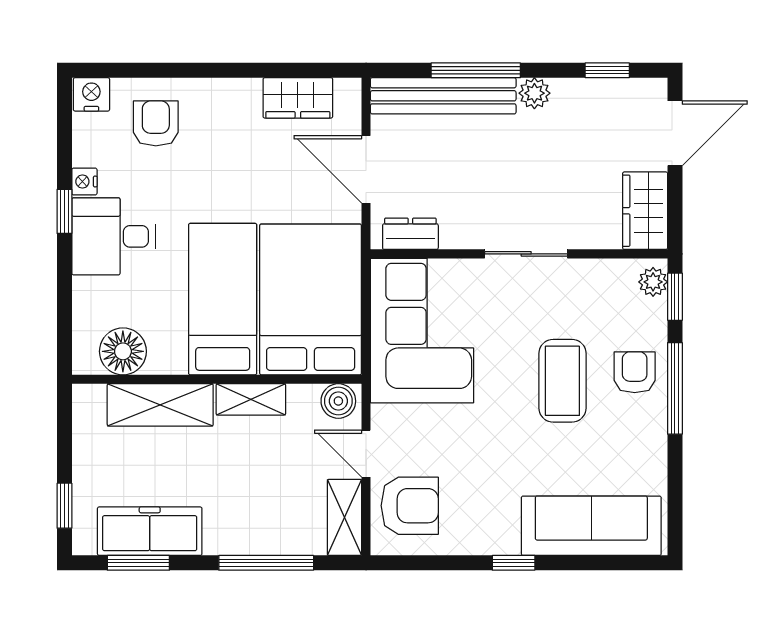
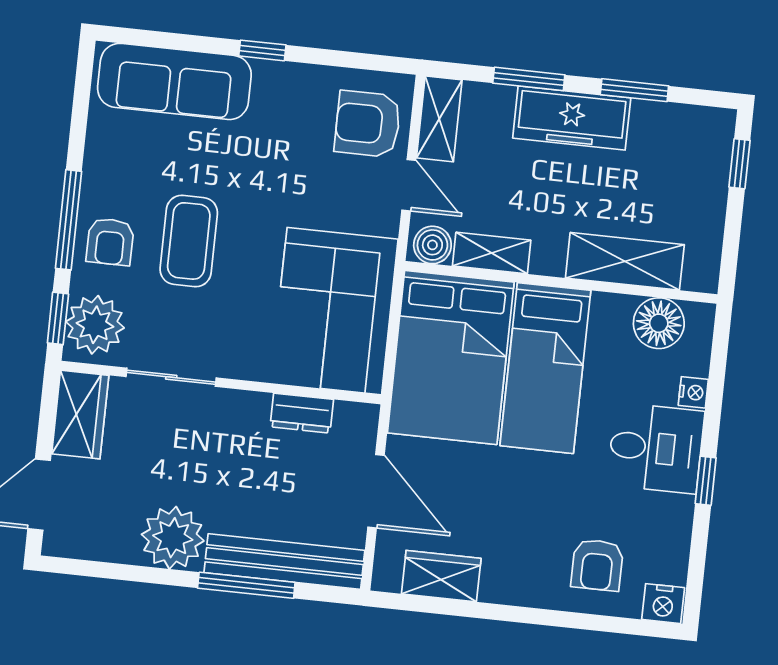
window: (607, 70) -> (105, 570), removed
plant: (534, 93) -> (173, 538), width x1.87, depth x1.87
nightstand: (84, 181) -> (693, 392), moved
dresser: (410, 234) -> (302, 413), moved
sliding door: (526, 254) -> (171, 377), moved
plant: (653, 282) -> (95, 325), width x1.88, depth x1.88
shelving: (251, 399) -> (492, 253), moved
freezer: (150, 531) -> (572, 118), moved
window: (138, 563) -> (634, 90), moved
window: (266, 563) -> (529, 79), width x0.69

